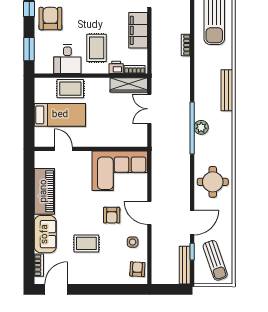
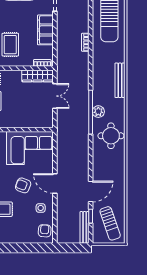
printer: (116, 67) -> (27, 61), removed
double door: (149, 109) -> (55, 96), swing flipped
round table: (213, 182) -> (111, 136), moved
armchair: (112, 215) -> (23, 185), turned 111

